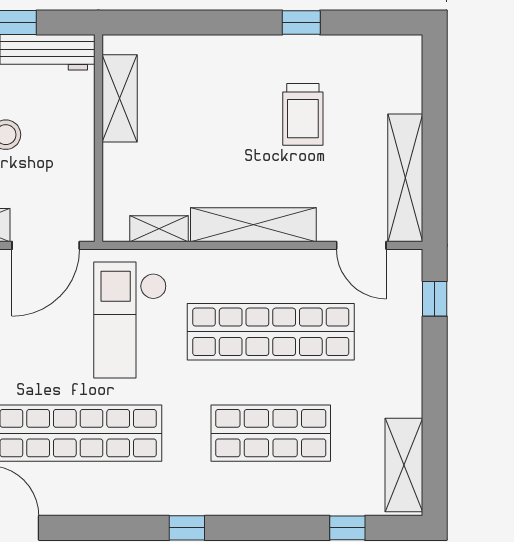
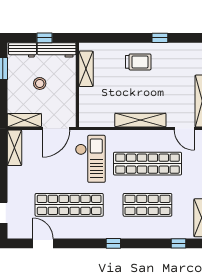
trolley: (303, 114) -> (138, 62), moved, turned -90
shelving: (159, 229) -> (102, 122), removed
checkout: (130, 320) -> (90, 159), turned 180

